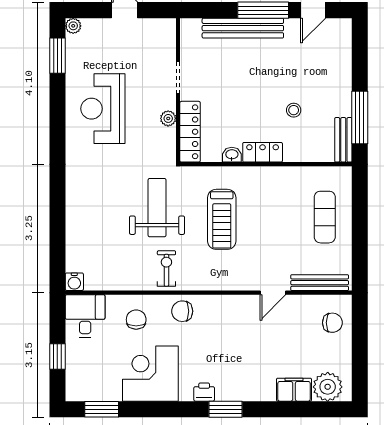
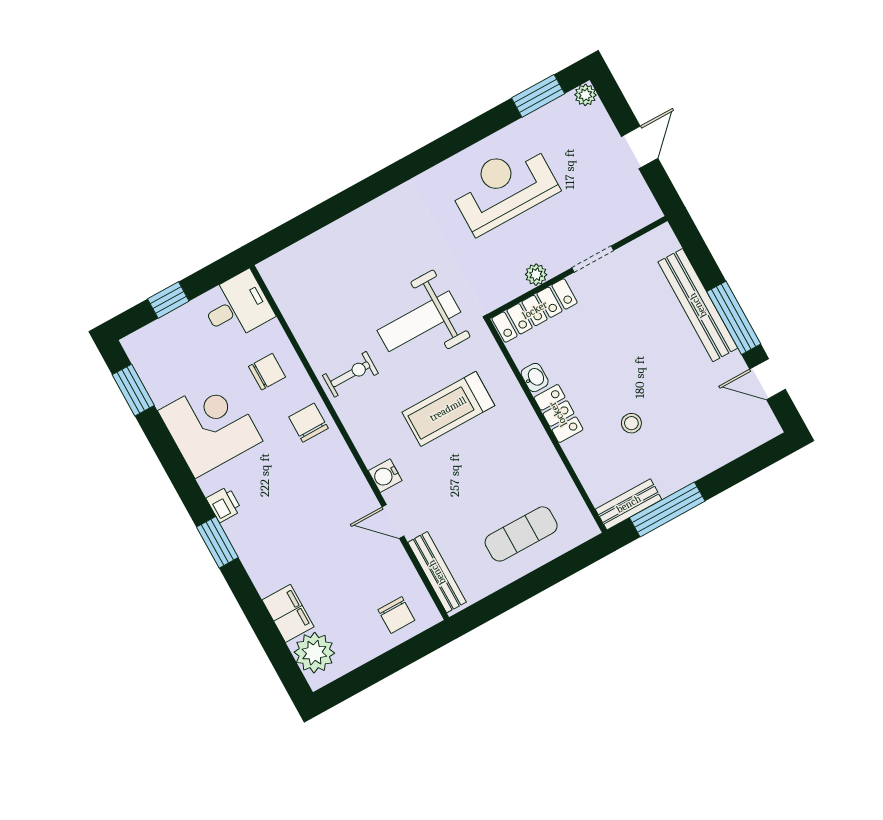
weight bench: (157, 208) -> (419, 321), turned 180
water cooler: (74, 282) -> (385, 476), moved

